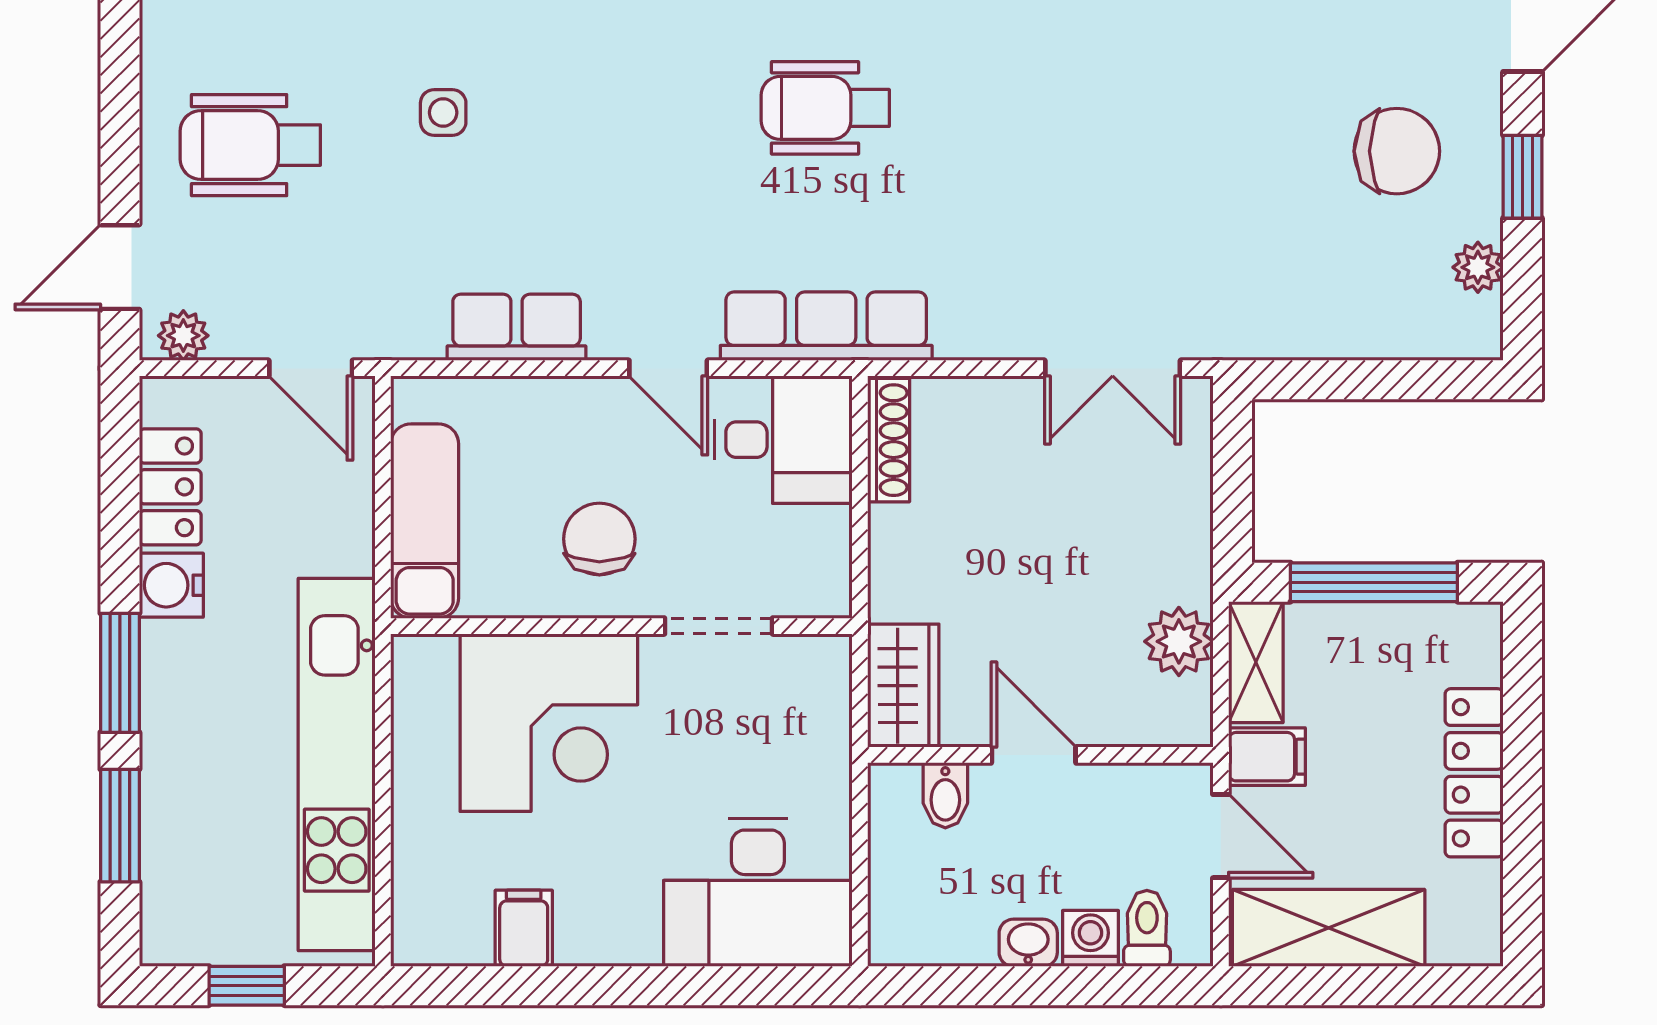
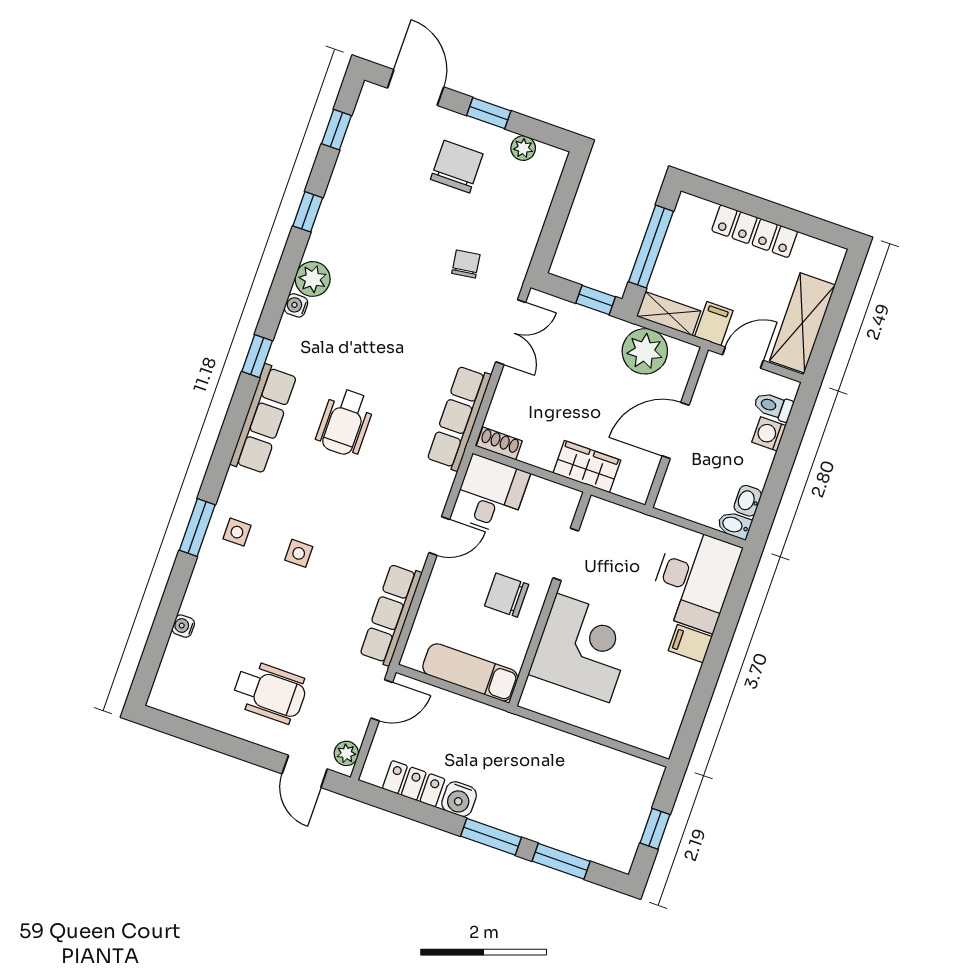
side table: (443, 113) -> (299, 553), moved
wheelchair: (250, 145) -> (270, 692), turned -90
chair: (1214, 235) -> (466, 264), added
row of seats: (826, 326) -> (459, 418), moved
row of seats: (517, 327) -> (391, 614), width x1.48
shoe rack: (889, 440) -> (499, 443), width x0.70
window: (1232, 511) -> (596, 300), added
plant: (1179, 641) -> (645, 351), width x1.36, depth x1.36
wardrobe: (903, 686) -> (587, 467), moved
door: (1034, 755) -> (676, 430), width x1.38
kitchen unit: (337, 765) -> (568, 752), removed
bidet: (945, 795) -> (734, 525), moved, turned 180
filing cabinet: (524, 928) -> (690, 644), moved
washbasin: (1028, 943) -> (748, 501), moved

